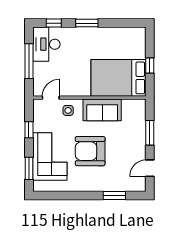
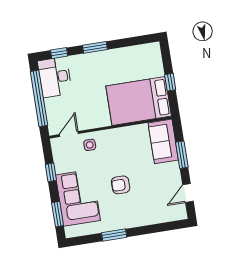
window: (29, 61) -> (39, 98), width x1.46
sofa: (102, 110) -> (163, 141), moved, turned 90
armchair: (90, 151) -> (121, 185), width x0.53, depth x0.53
window: (114, 195) -> (114, 235), moved

